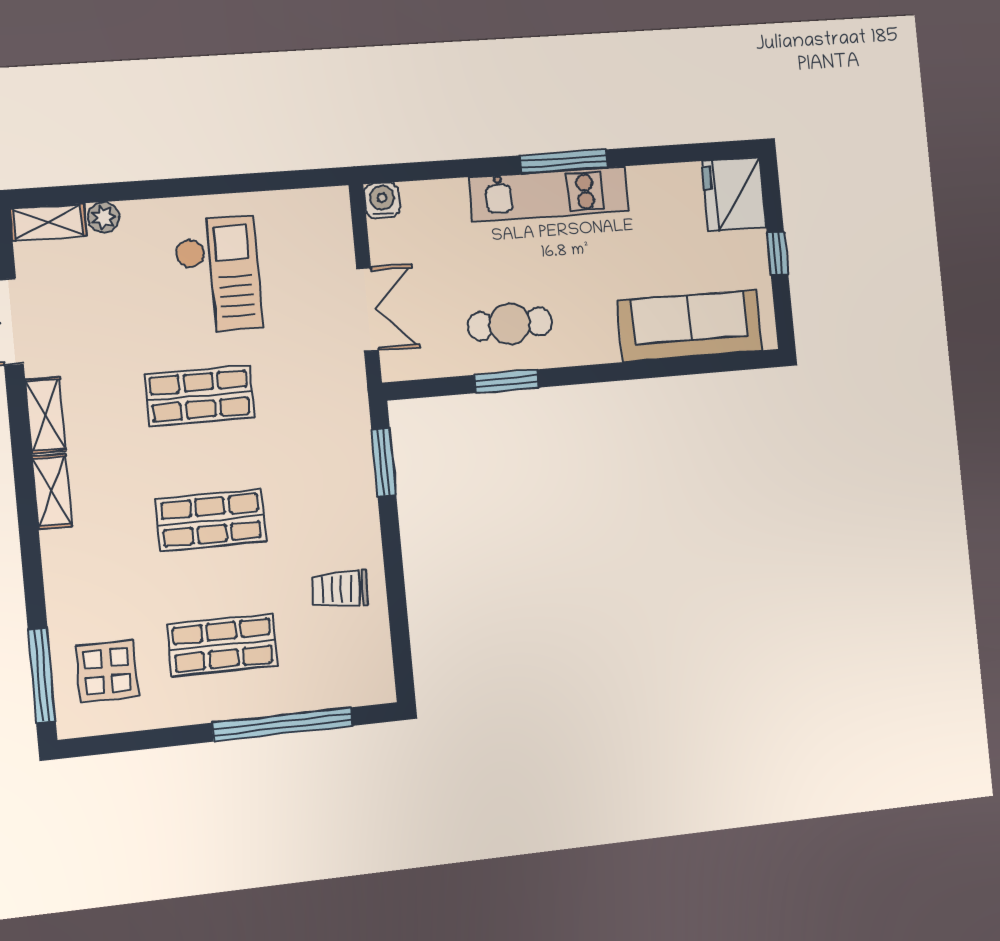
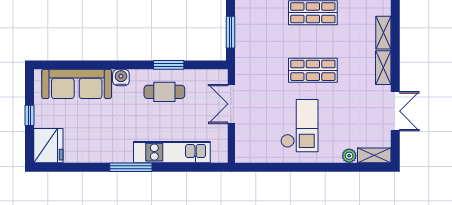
kitchen unit: (549, 194) -> (172, 152), moved
water cooler: (382, 200) -> (121, 78), moved, turned 180
checkout: (218, 274) -> (299, 126), turned 180

